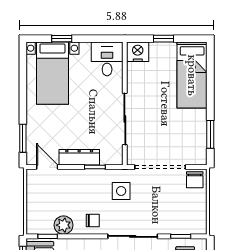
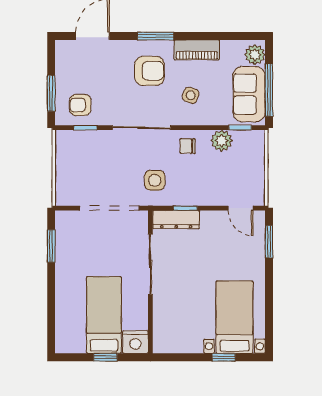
desk: (107, 59) -> (171, 334), removed
bed: (192, 75) -> (104, 315), moved
dresser: (79, 157) -> (176, 220), moved
chair: (195, 180) -> (69, 193), removed

